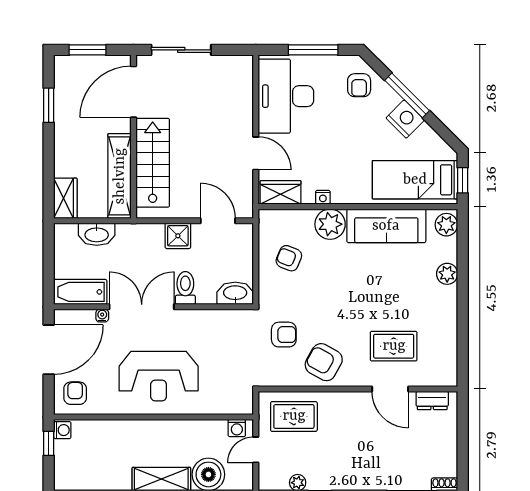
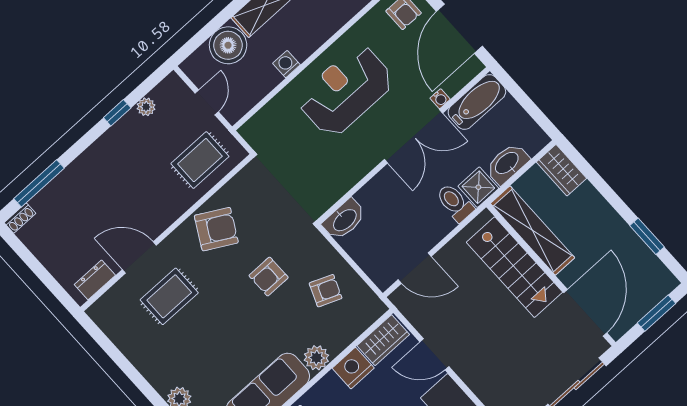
nightstand: (323, 197) -> (353, 368), width x1.89, depth x1.79
plant: (330, 224) -> (316, 358), width x0.73, depth x0.73
shower: (178, 236) -> (478, 187), moved
toilet: (185, 288) -> (455, 203), moved, turned 180
armchair: (284, 335) -> (269, 277), moved
washing machine: (237, 428) -> (286, 64), moved

